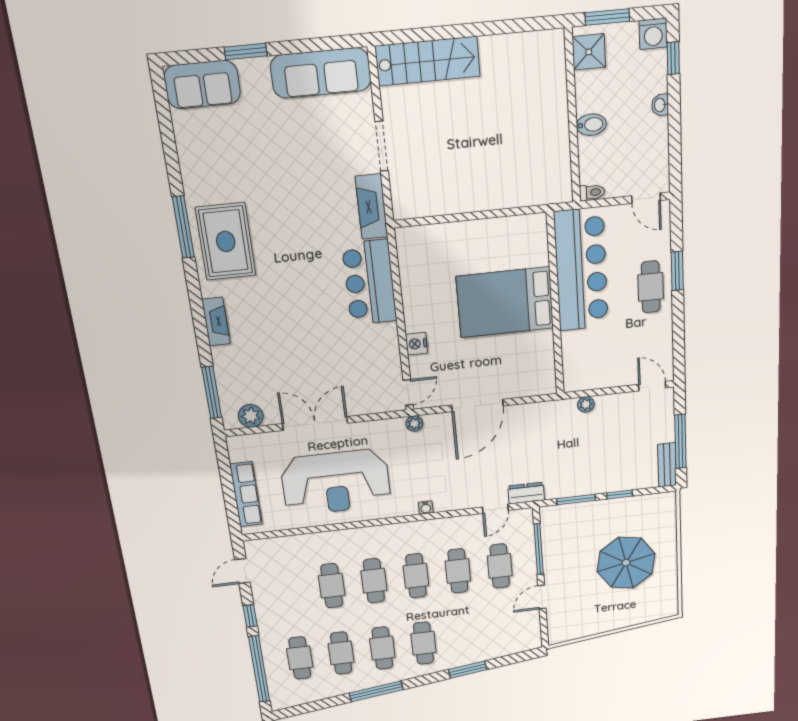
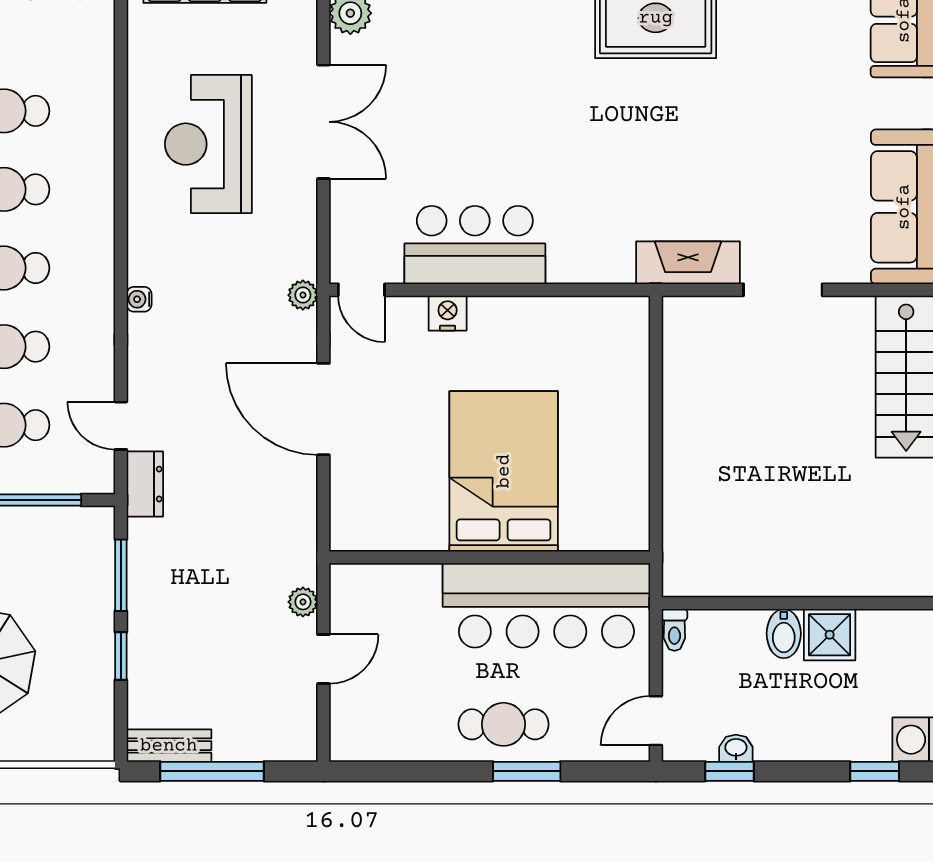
shower: (589, 52) -> (830, 635), moved
washbasin: (660, 105) -> (736, 748), moved
window: (675, 150) -> (730, 771), added
bar counter: (370, 282) -> (475, 245), moved
door: (652, 386) -> (323, 659), moved
reception desk: (336, 482) -> (208, 144), width x0.74, depth x0.77

